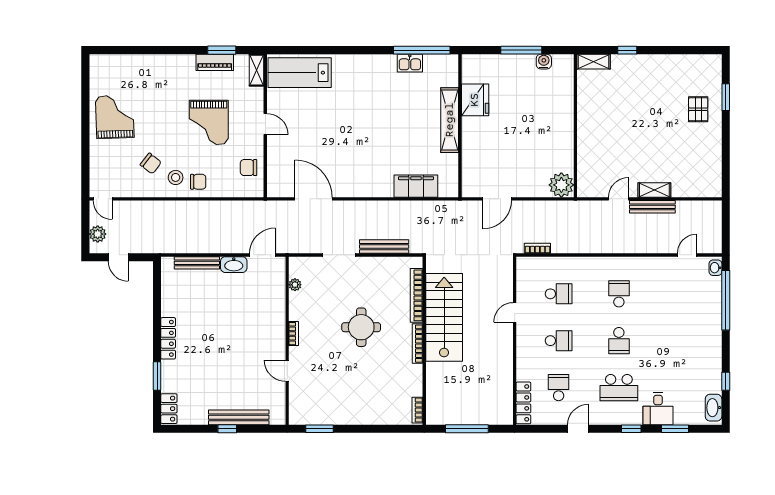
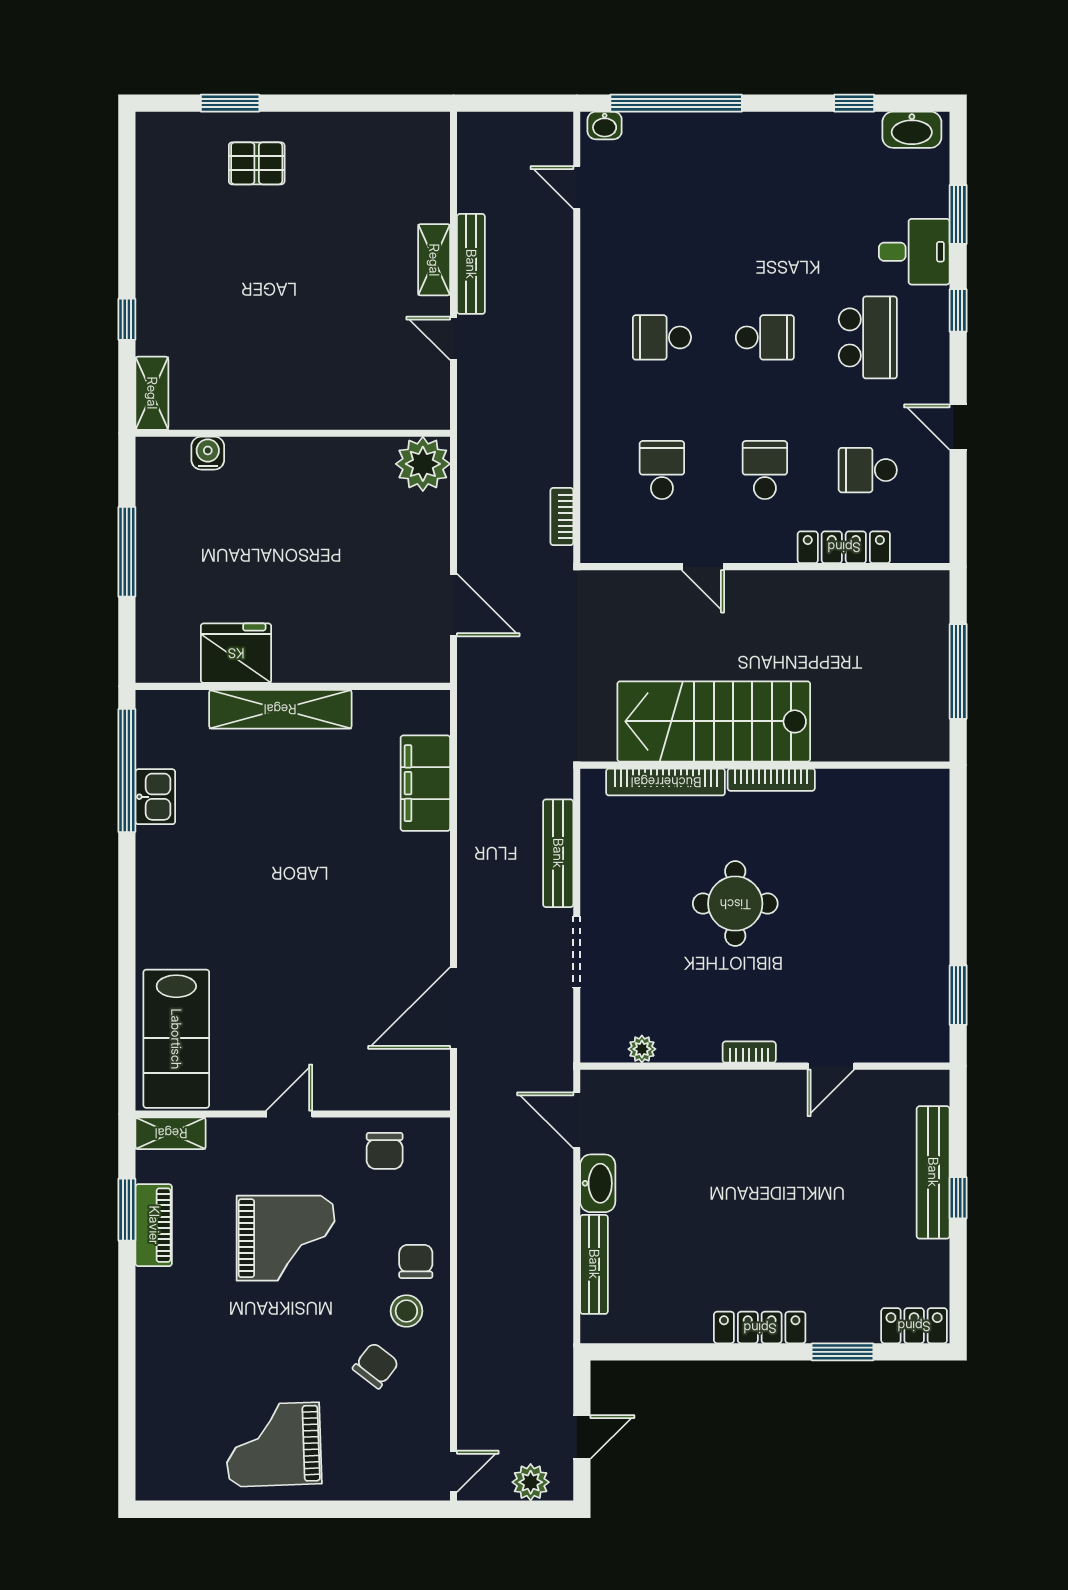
water cooler: (544, 62) -> (208, 453), moved, turned 90
locker: (523, 403) -> (844, 547), moved
bookcase: (417, 410) -> (917, 780), removed

